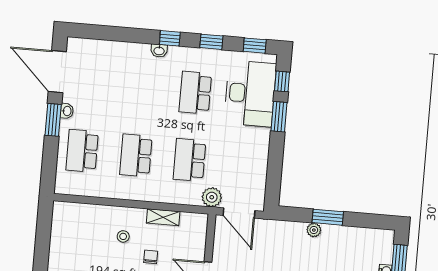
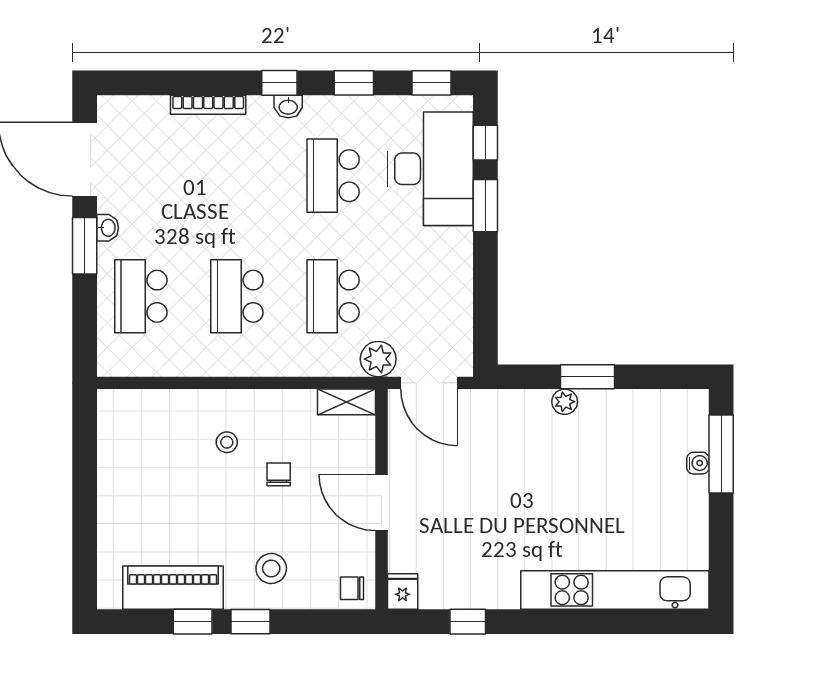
bookcase: (129, 47) -> (208, 105), added
washbasin: (159, 51) -> (288, 107), moved
shelving: (163, 217) -> (346, 402), moved

